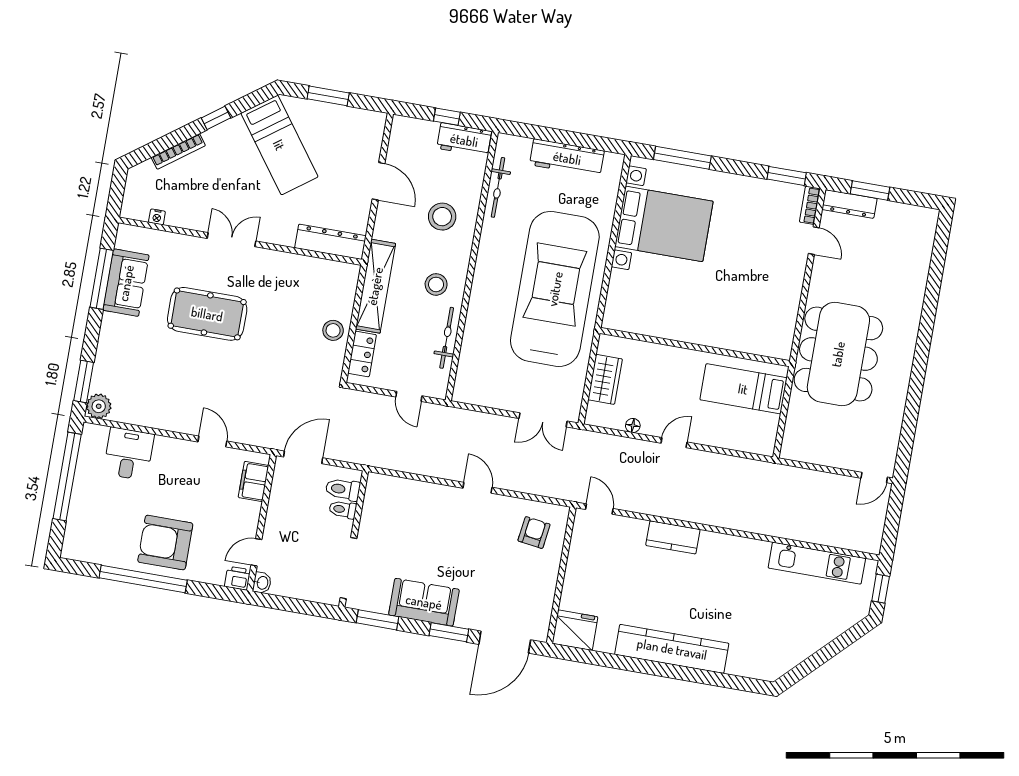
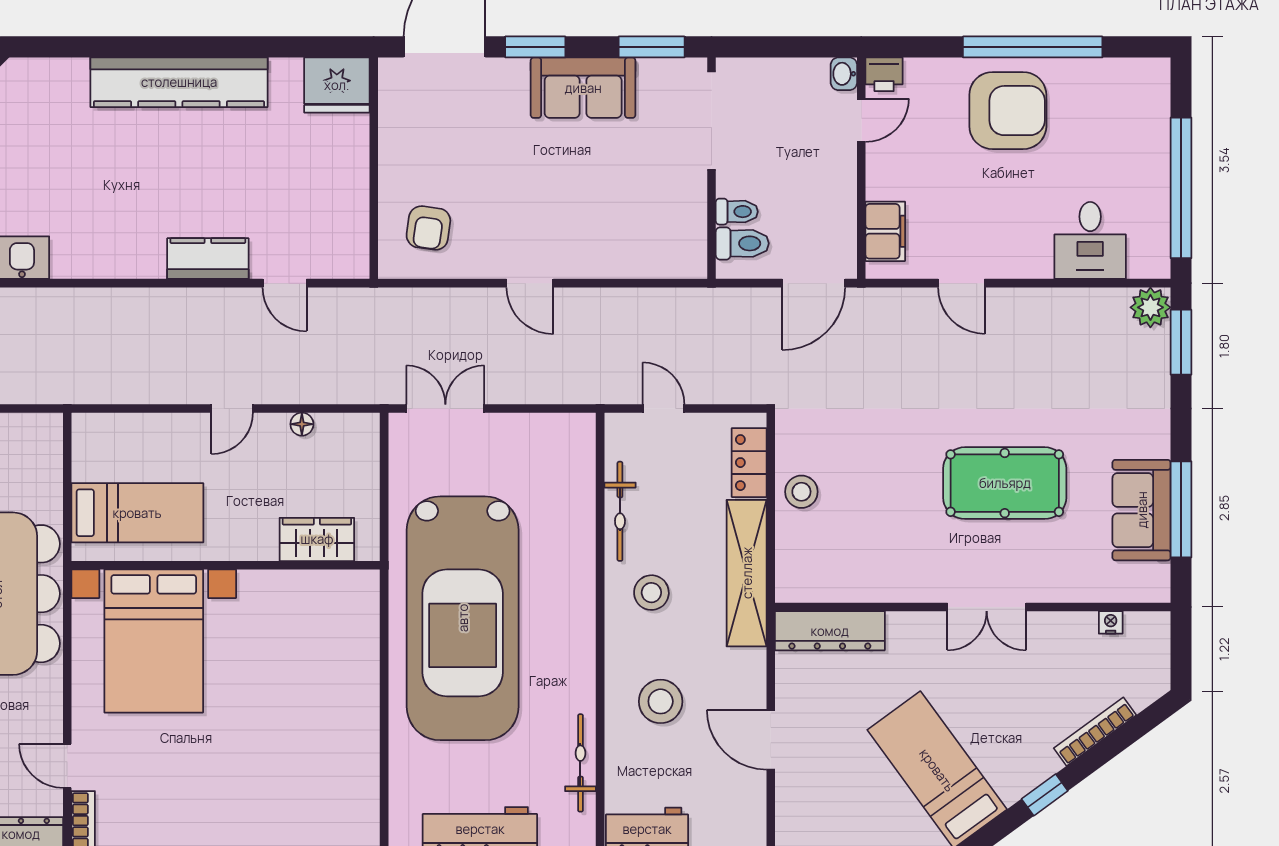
bed with nightstands: (664, 224) -> (154, 641), moved, turned -90
wardrobe: (605, 379) -> (317, 539), moved, turned 90
door: (599, 509) -> (285, 283), moved

